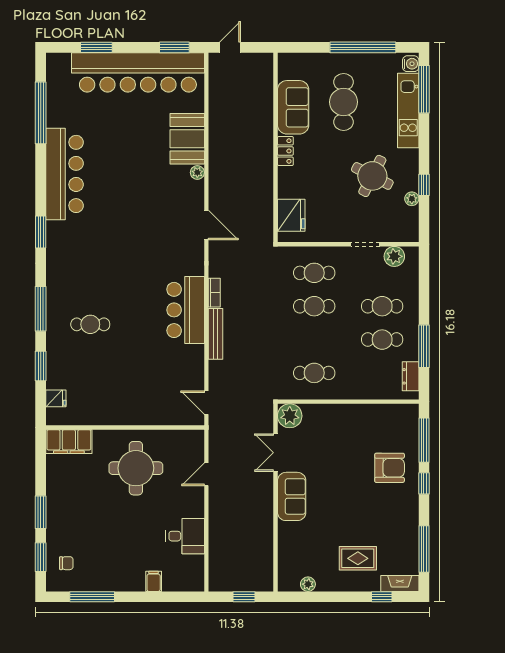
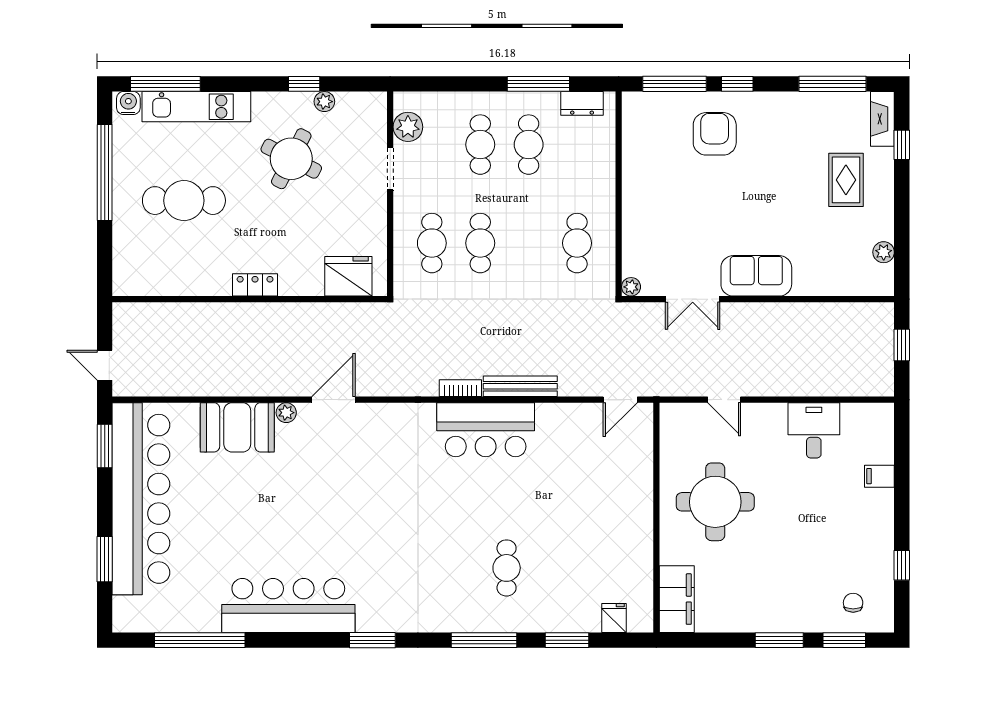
sofa: (293, 107) -> (192, 274), removed
door: (206, 225) -> (334, 400), moved
plant: (290, 416) -> (631, 287), width x0.53, depth x0.53
window: (92, 597) -> (902, 565), width x0.46

